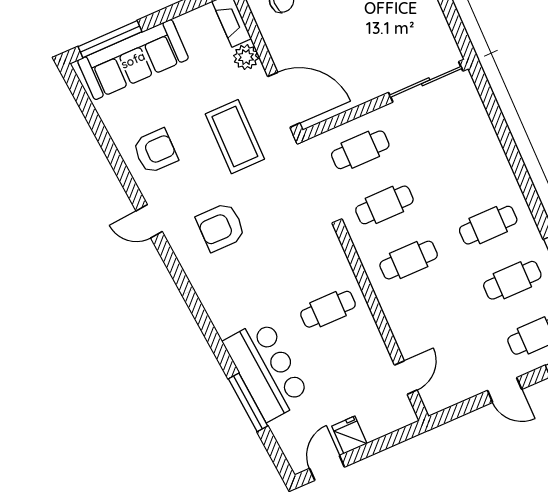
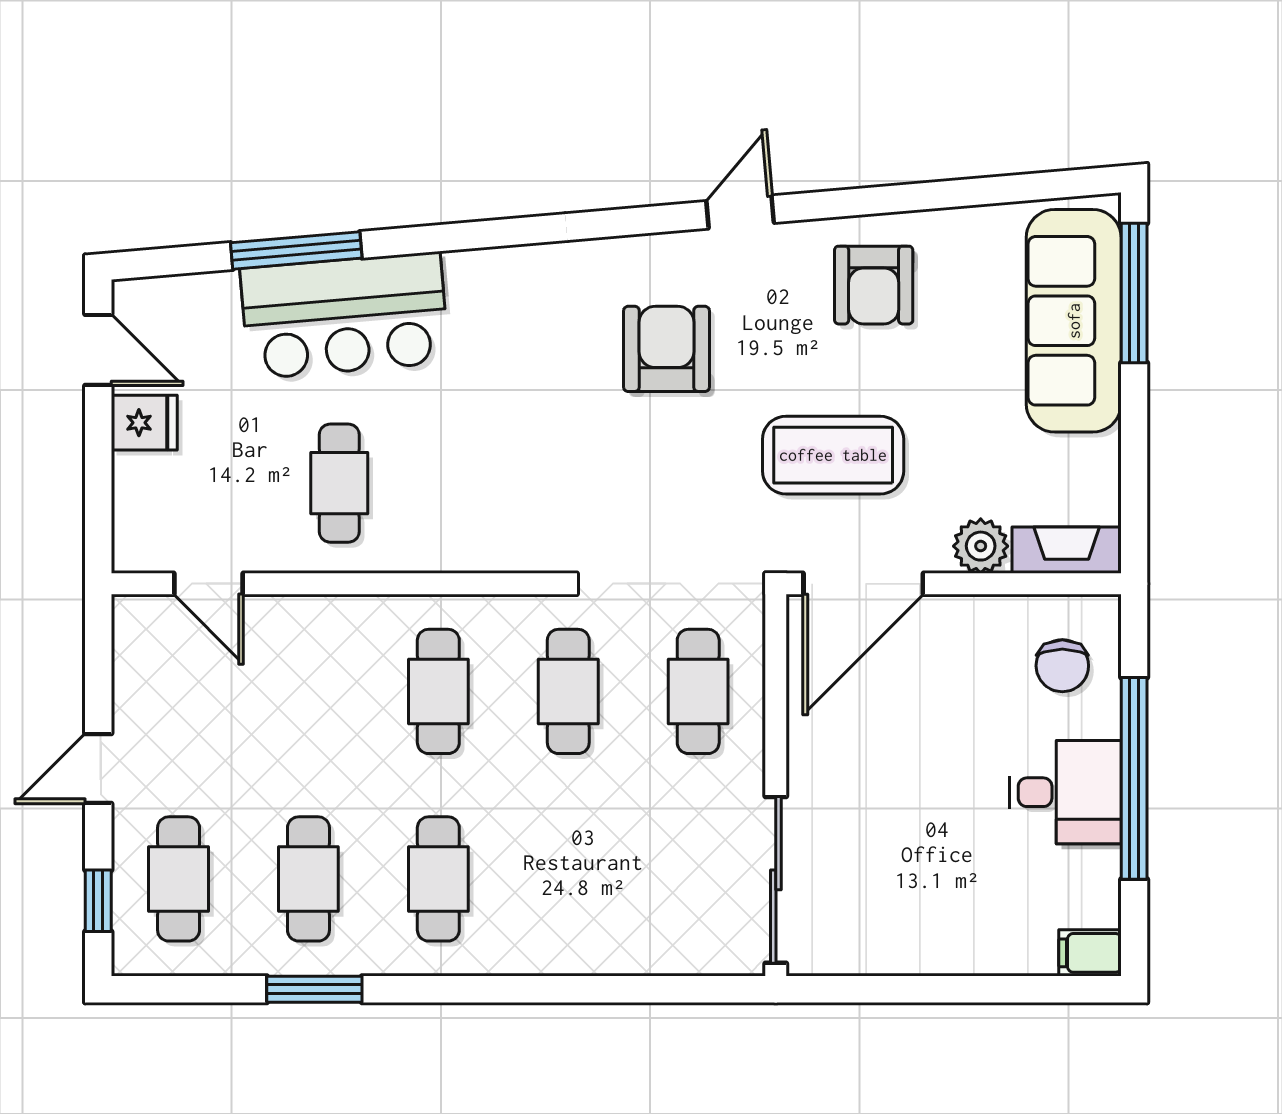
cafe table: (328, 309) -> (339, 483), moved

